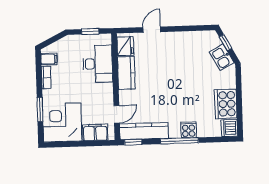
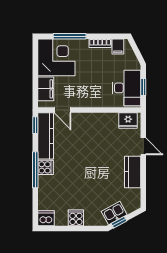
window: (226, 43) -> (119, 222), moved
desk: (98, 64) -> (126, 88), moved, turned -90
kitchen counter: (126, 73) -> (133, 172), moved, turned 90
cooker: (226, 104) -> (76, 218), width x0.53, depth x0.76
window: (40, 109) -> (70, 36), width x1.44
cooker: (189, 130) -> (46, 167), moved

